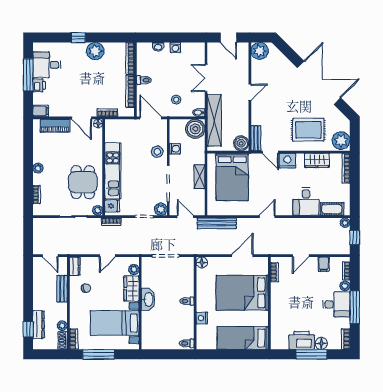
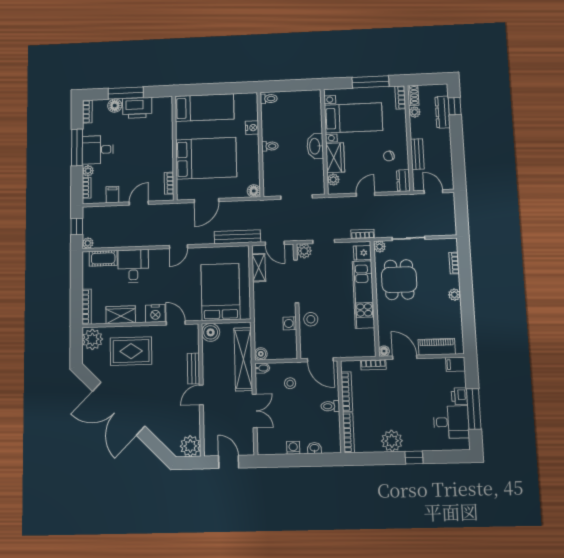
boiler: (195, 129) -> (261, 354), width x0.54, depth x0.54
bench: (256, 138) -> (194, 368), moved
shelving: (199, 177) -> (259, 268), moved

